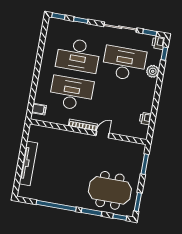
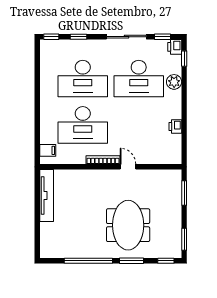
desk: (124, 63) -> (139, 79), turned 180
desk: (71, 93) -> (83, 125), turned 180
printer: (145, 119) -> (175, 126), moved
door: (102, 134) -> (128, 167), hinge flipped
tv unit: (28, 163) -> (47, 196), moved
meeting table: (110, 190) -> (128, 225), moved, turned 90

